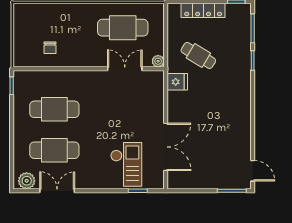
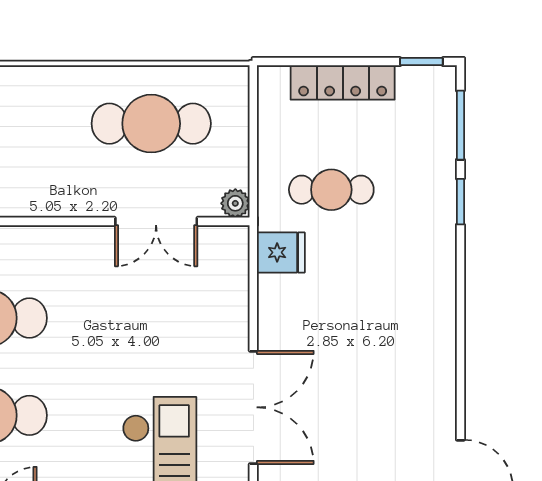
cafe table: (198, 55) -> (331, 190), turned -31
double door: (125, 69) -> (156, 221), swing flipped

